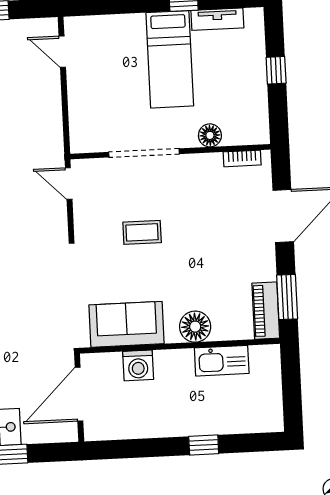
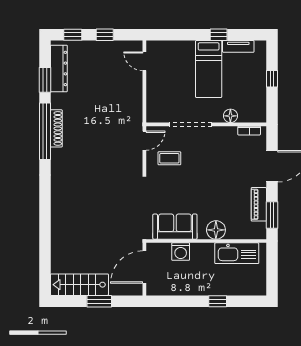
door: (69, 184) -> (144, 141), swing flipped
coffee table: (142, 232) -> (169, 158), moved
piano: (266, 311) -> (259, 204), moved
kitchen sink: (222, 361) -> (237, 253), width x1.36, depth x1.24

